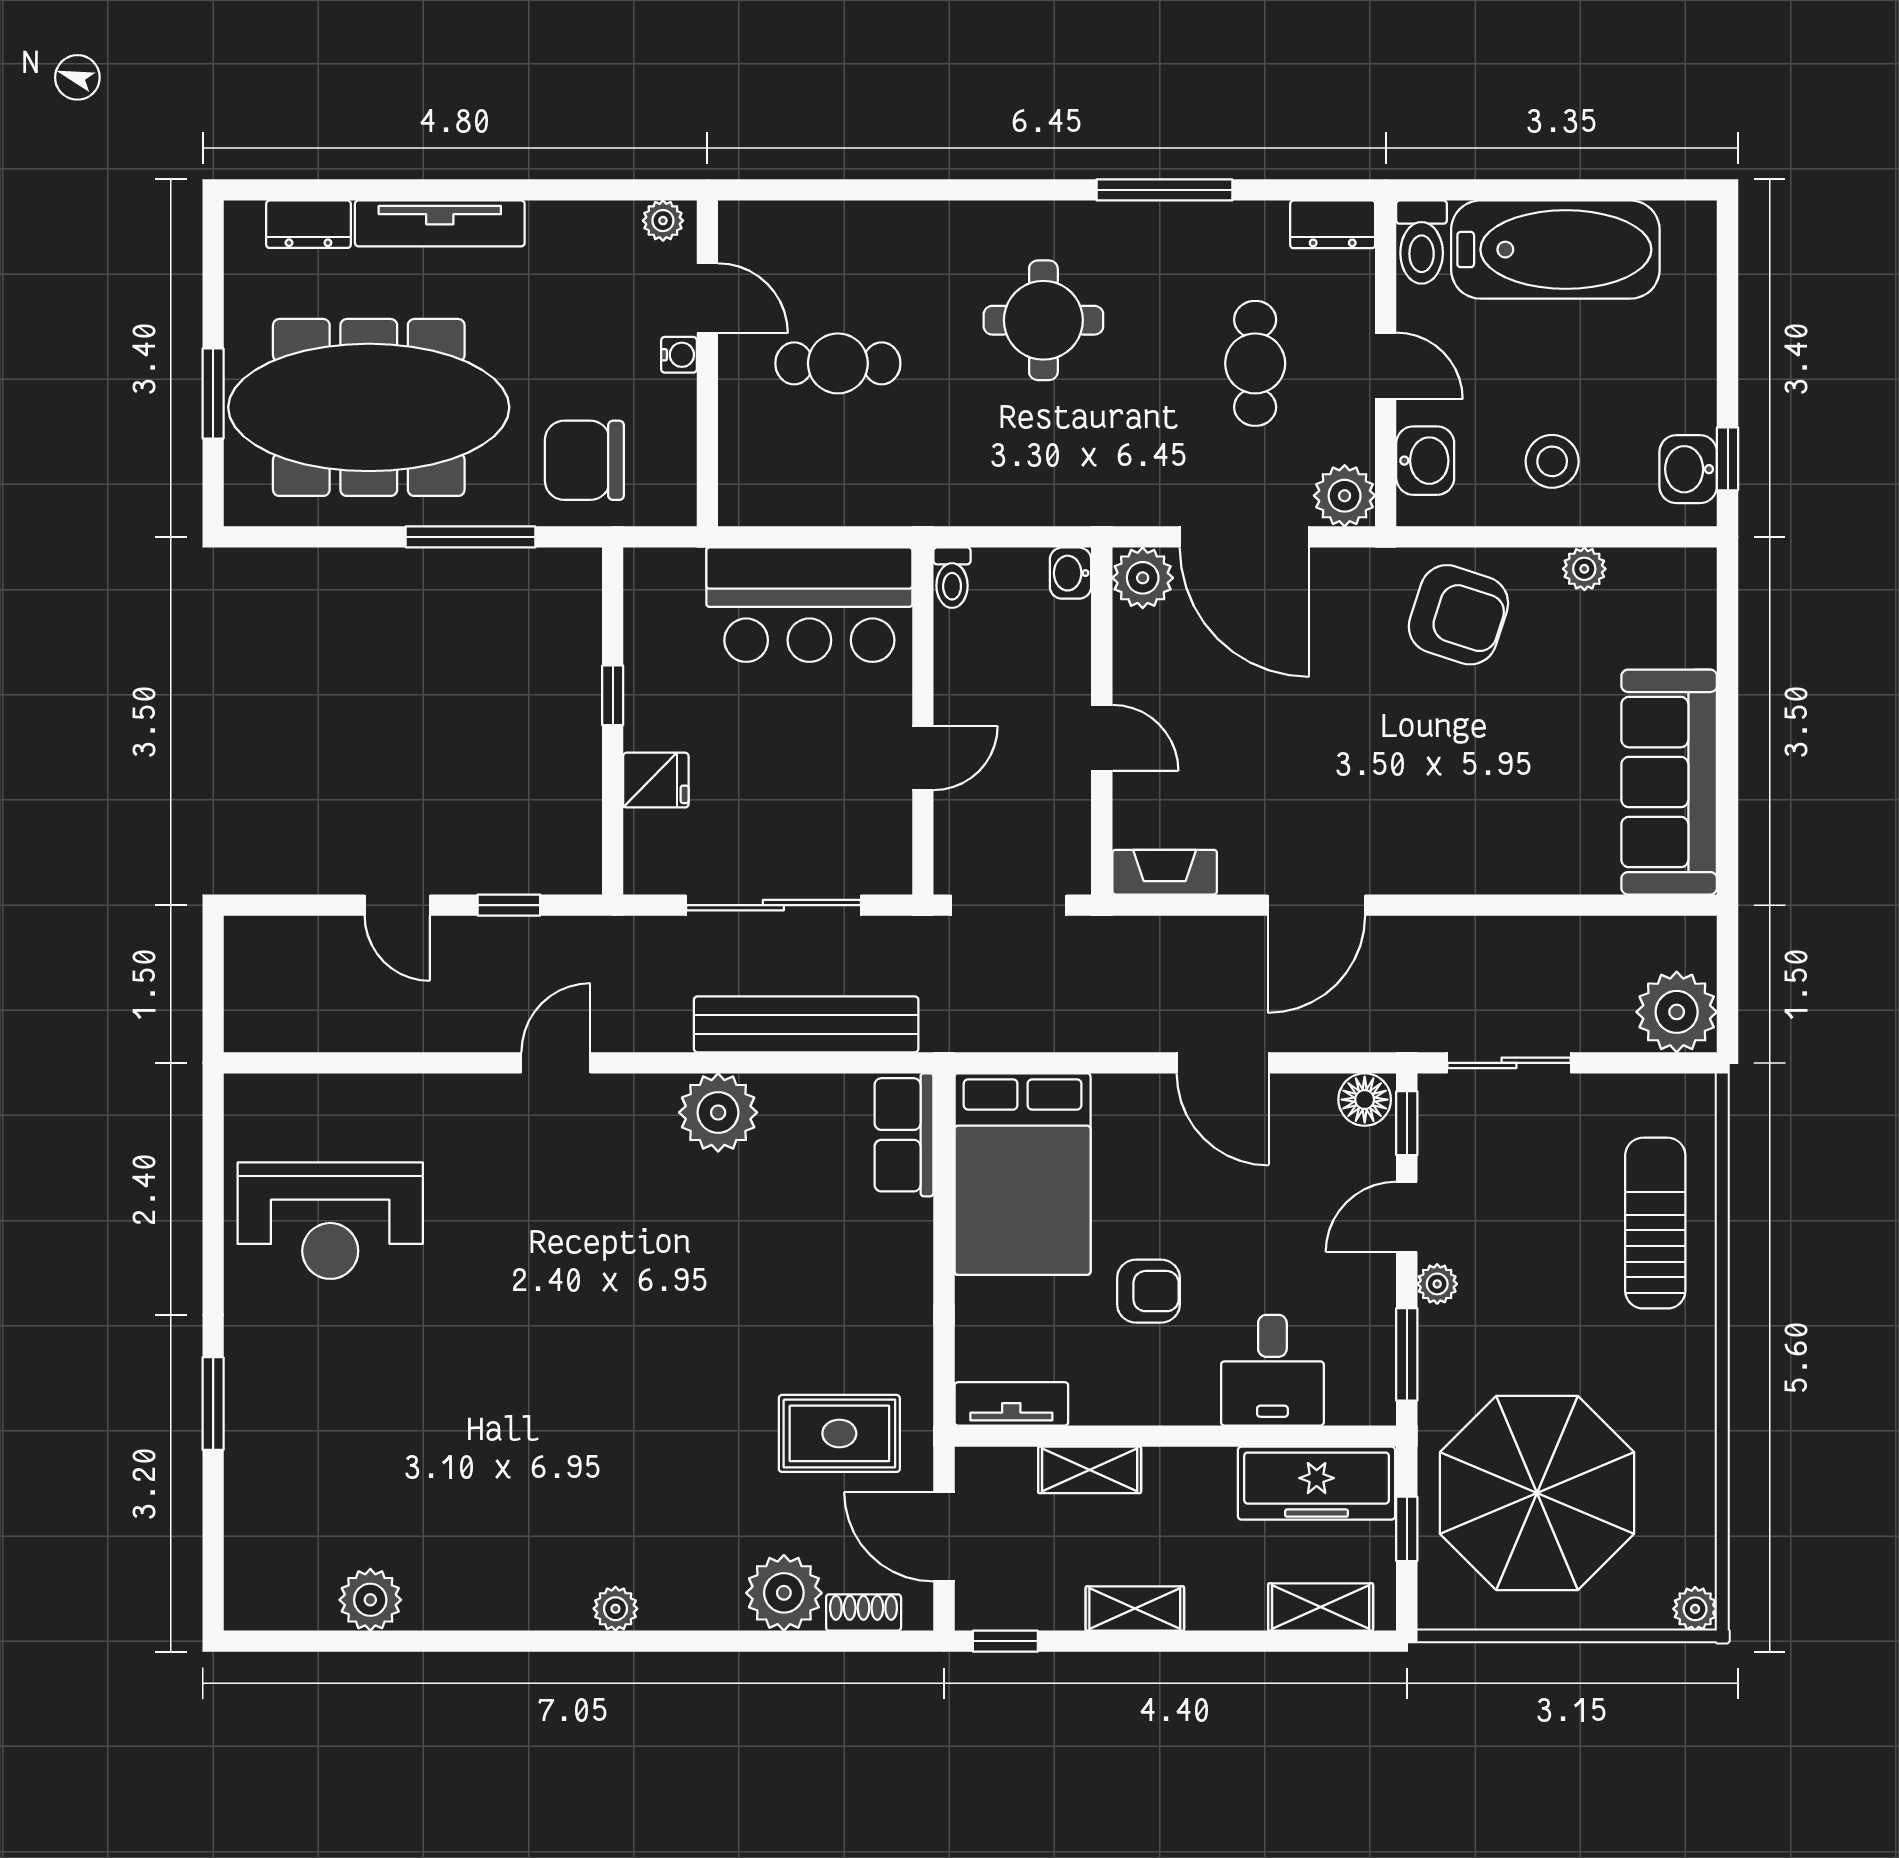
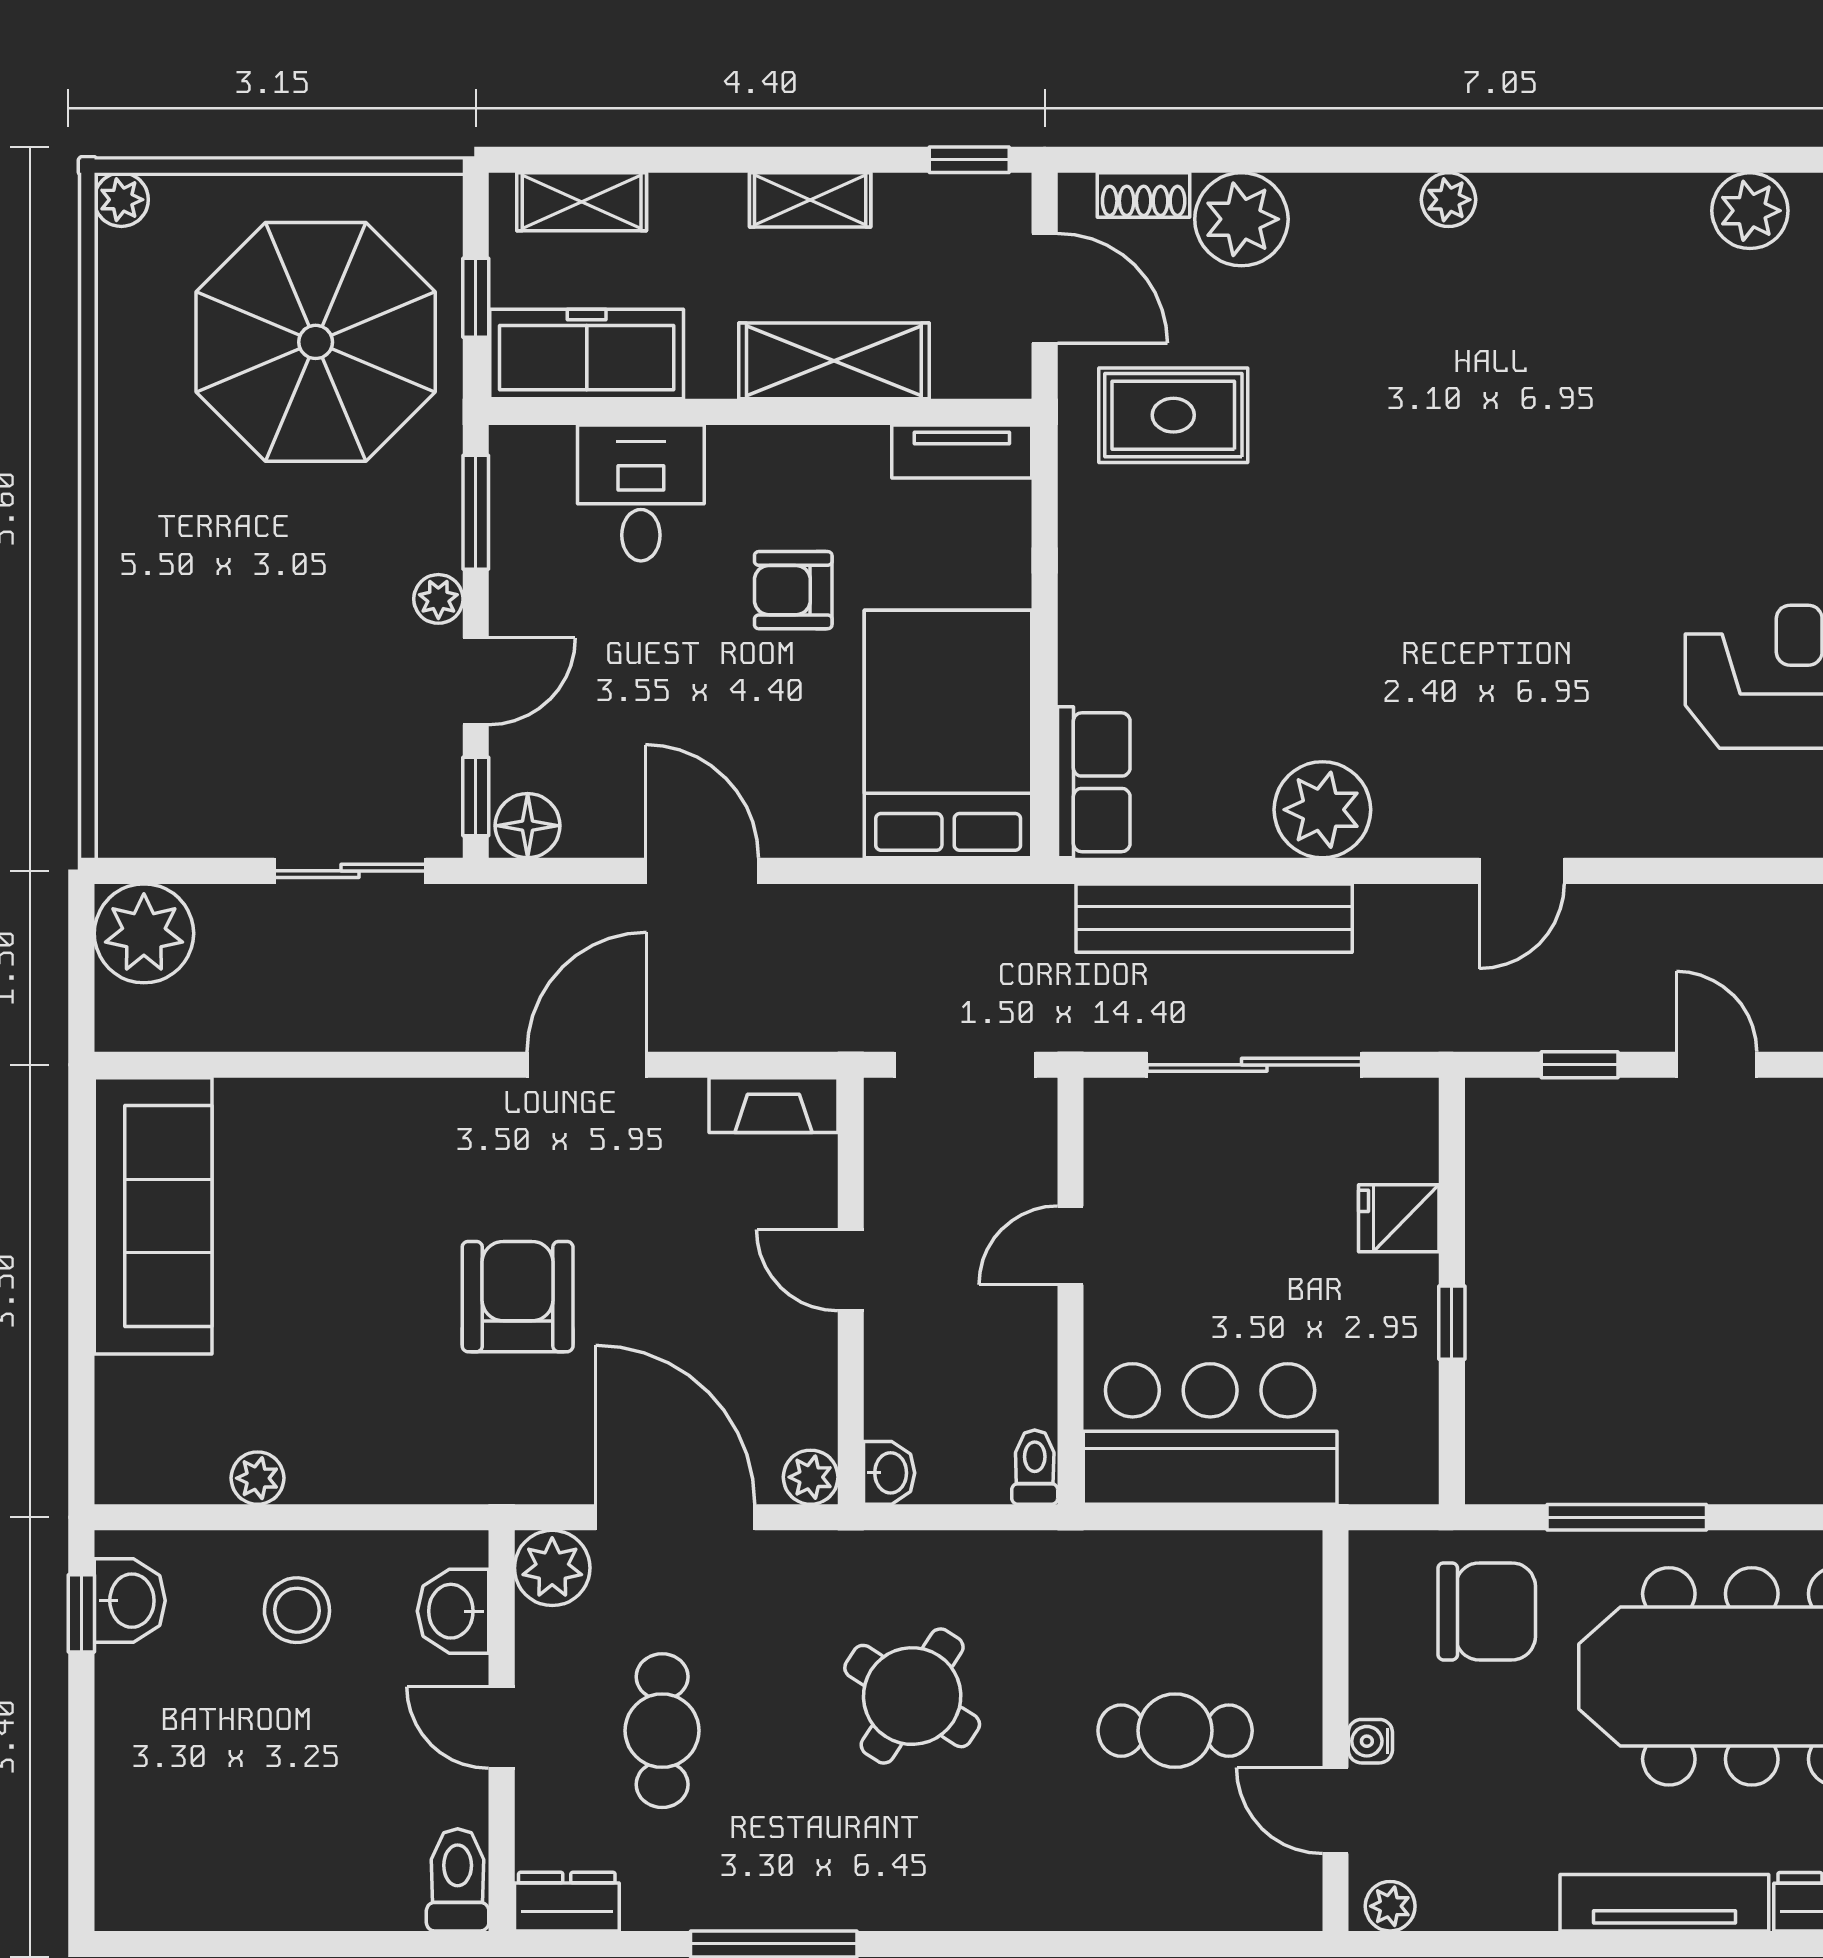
bathtub: (1555, 250) -> (293, 1871), removed
round table: (1043, 320) -> (912, 1696), moved, turned 33
plant: (1143, 578) -> (811, 1477), width x0.73, depth x0.73
armchair: (1458, 615) -> (518, 1297), moved, turned 72
sun lounger: (1655, 1223) -> (170, 674), removed
shelving: (1090, 1470) -> (834, 361), width x1.50, depth x1.33

